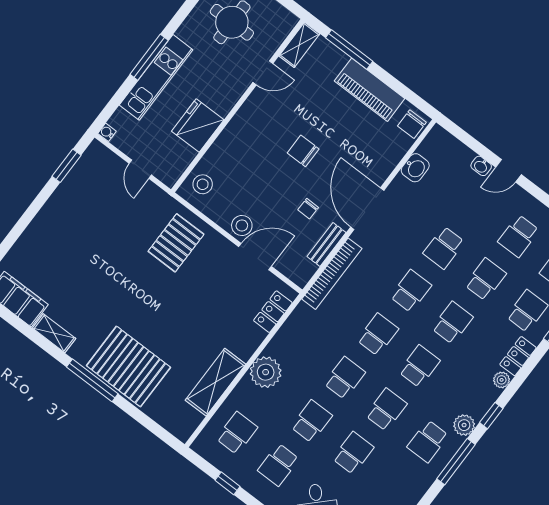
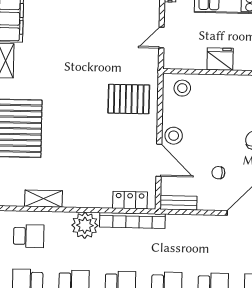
fridge: (198, 126) -> (220, 59), width x0.73, depth x0.75
bench: (327, 245) -> (178, 203), moved
bookcase: (332, 274) -> (132, 220), moved
shelving: (216, 382) -> (44, 199), width x0.67, depth x0.75

